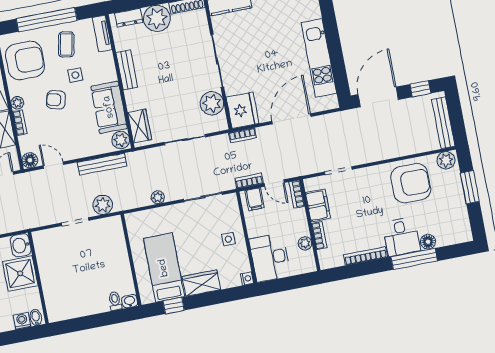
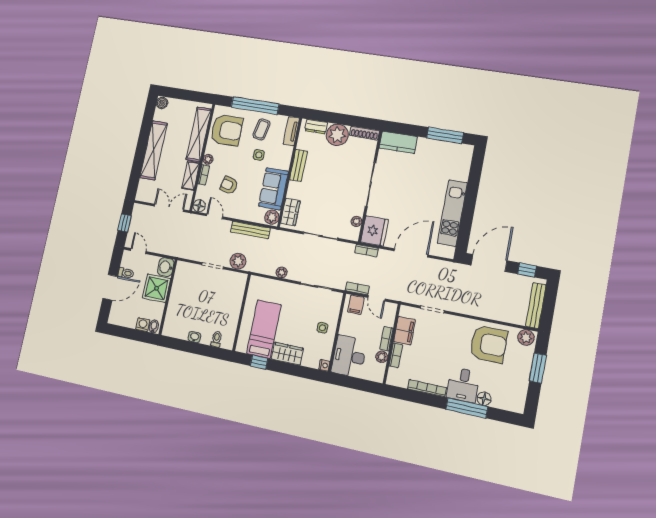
armchair: (56, 100) -> (229, 185), moved
plant: (212, 103) -> (356, 221), width x0.53, depth x0.53
bookcase: (297, 194) -> (386, 339), moved
washbasin: (130, 301) -> (195, 337), moved

